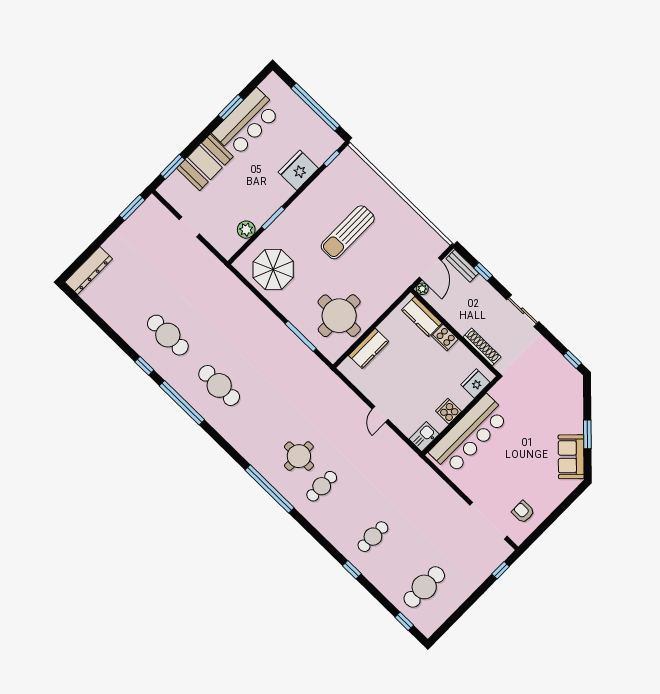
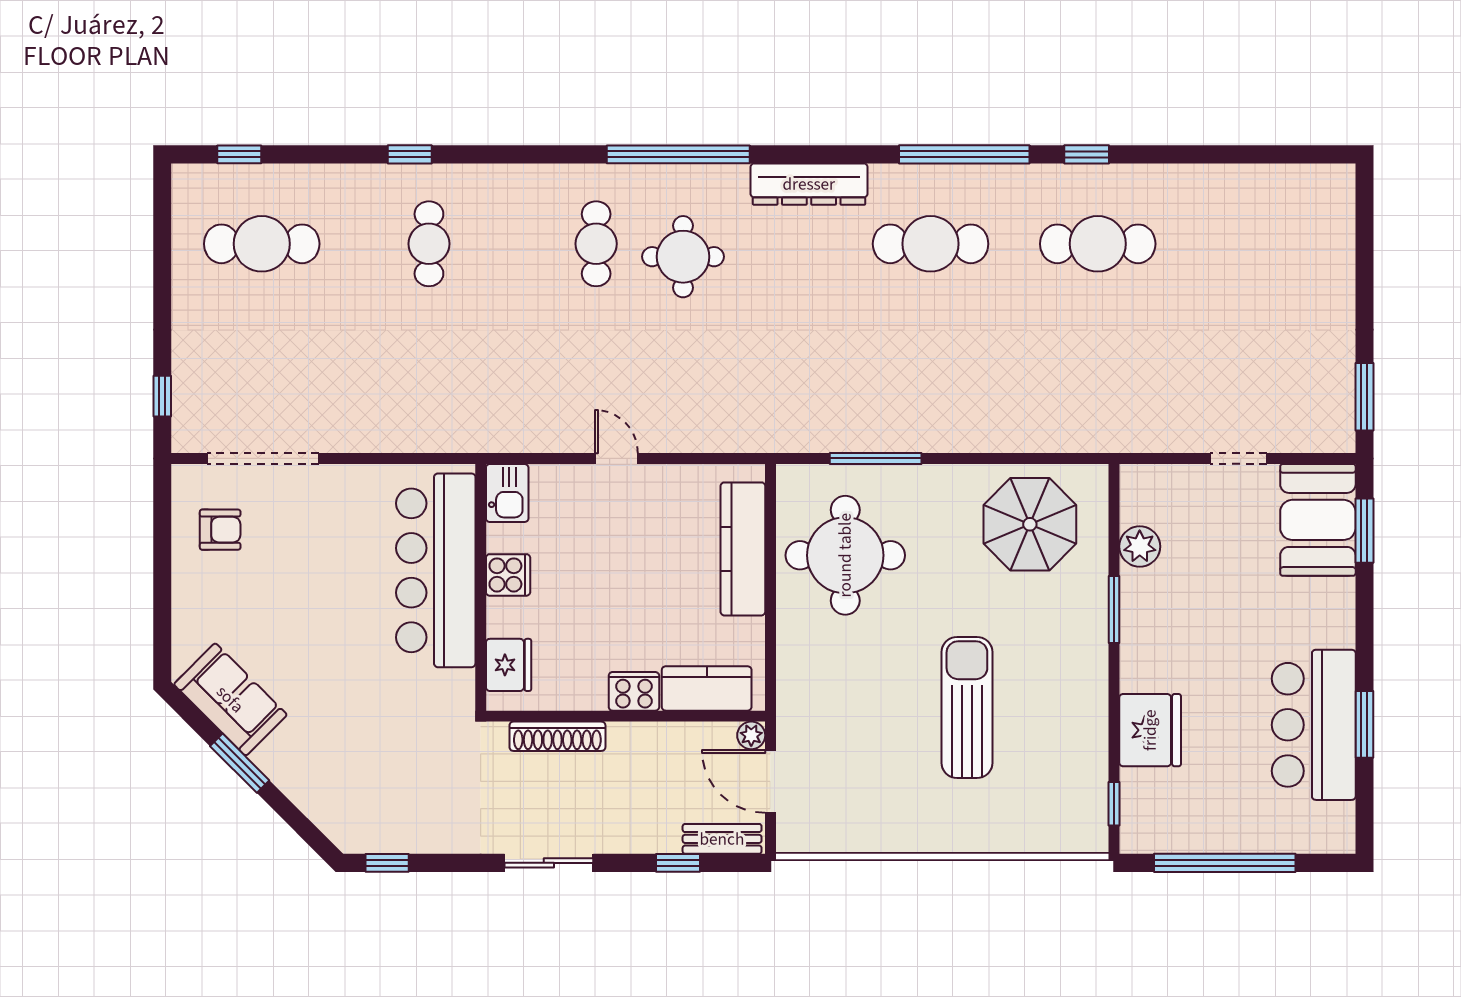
booth: (205, 162) -> (1318, 520), moved
dresser: (89, 270) -> (809, 184), moved, turned -90
kitchen counter: (369, 348) -> (743, 549), width x1.50
cafe table: (424, 587) -> (262, 244), turned 90

